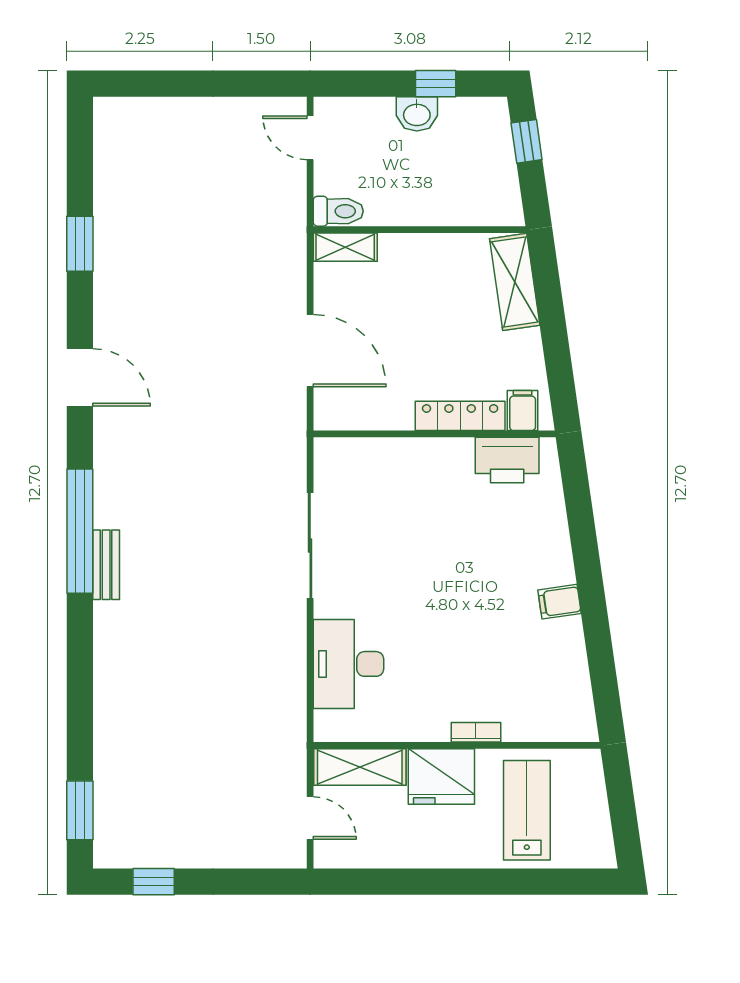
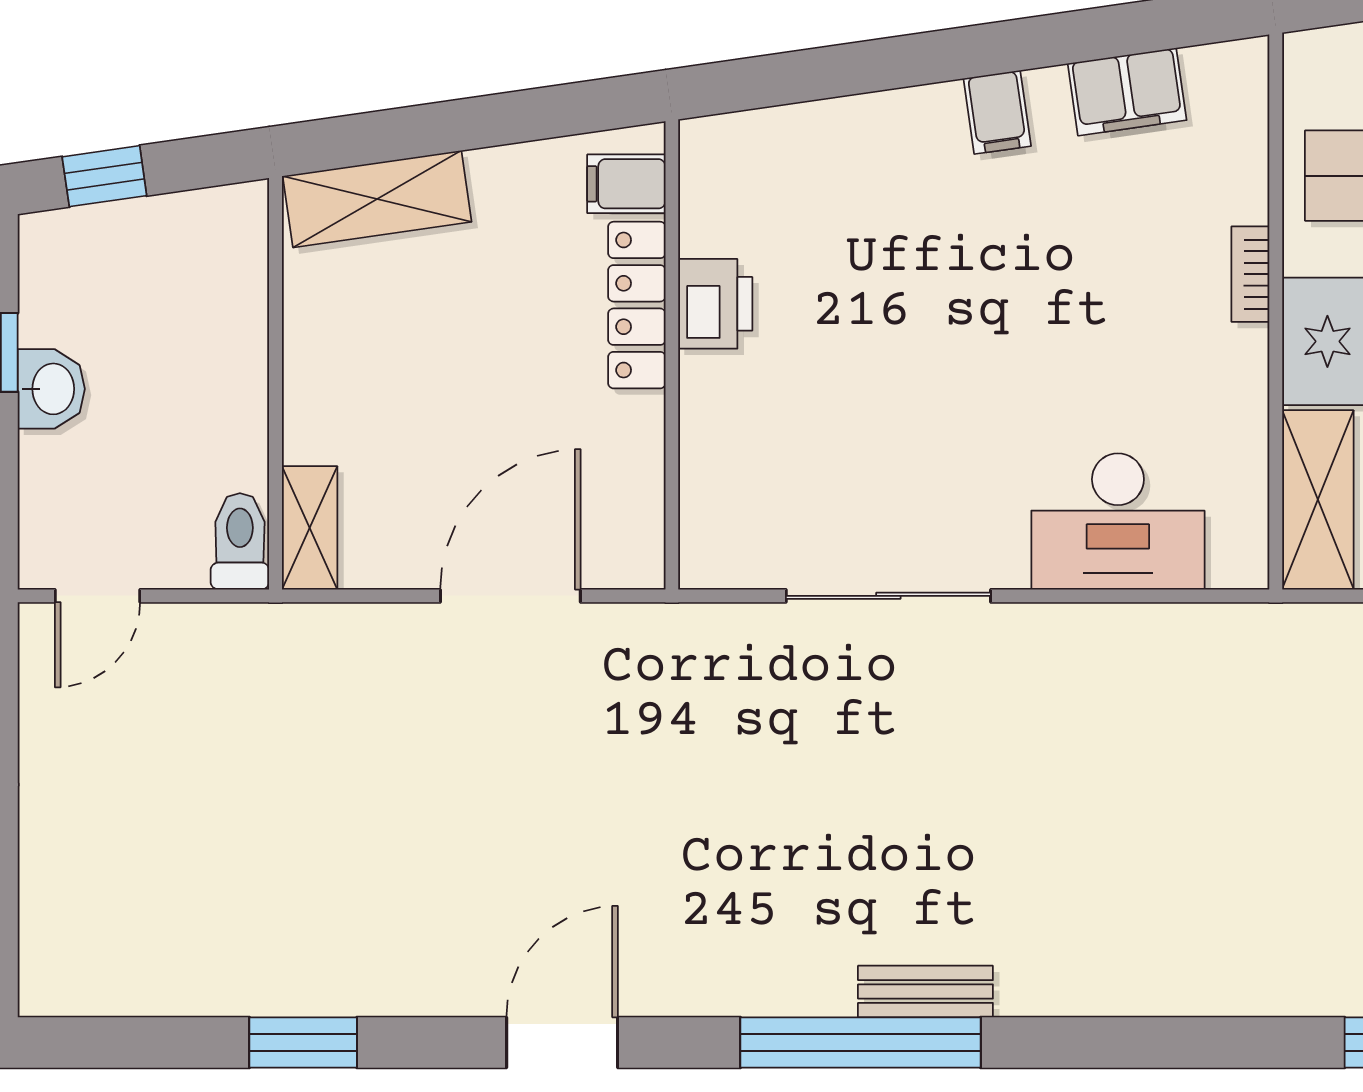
printer: (507, 460) -> (715, 304), moved, width x0.73, depth x0.84
filing cabinet: (570, 669) -> (1127, 92), added

